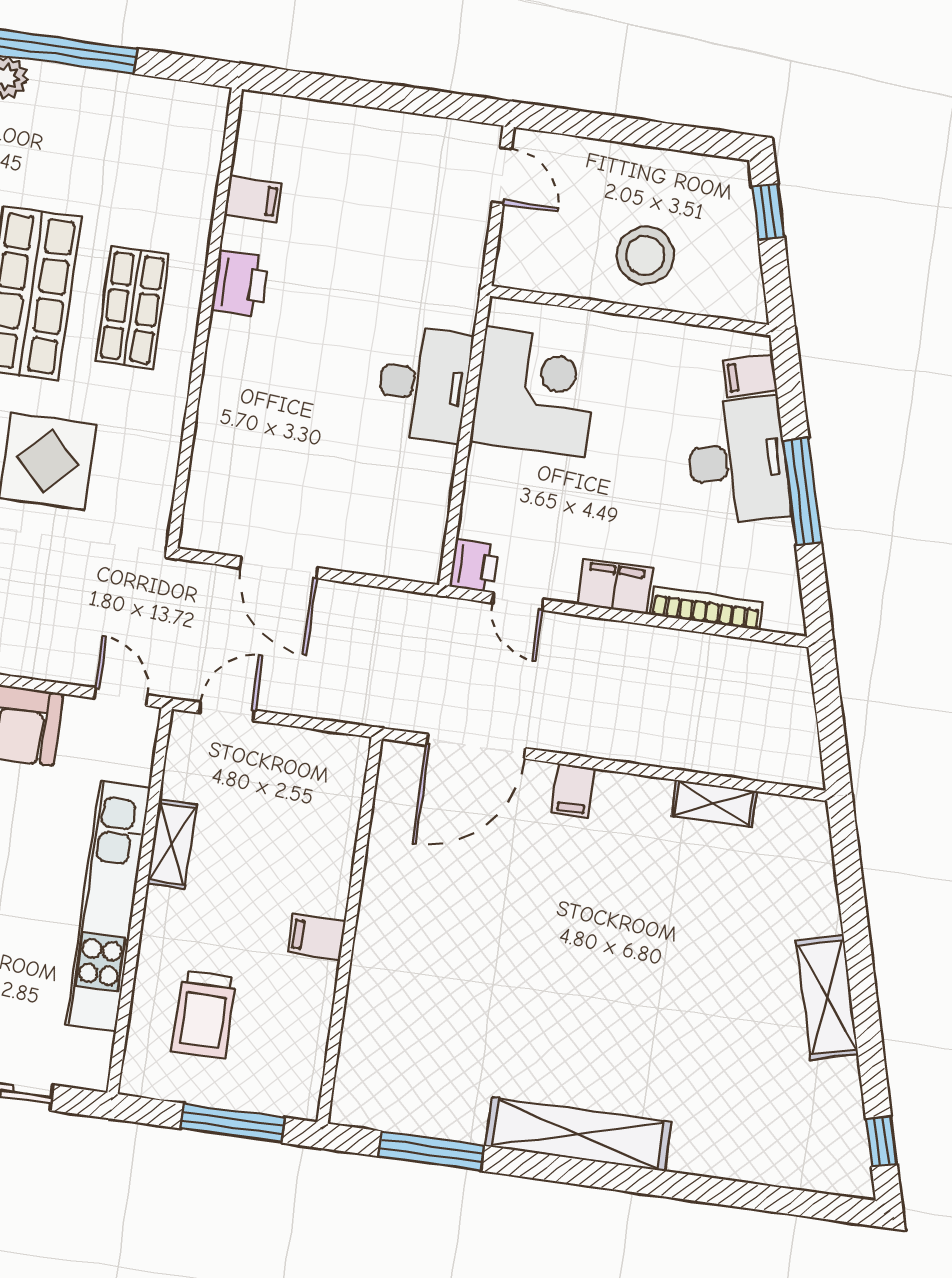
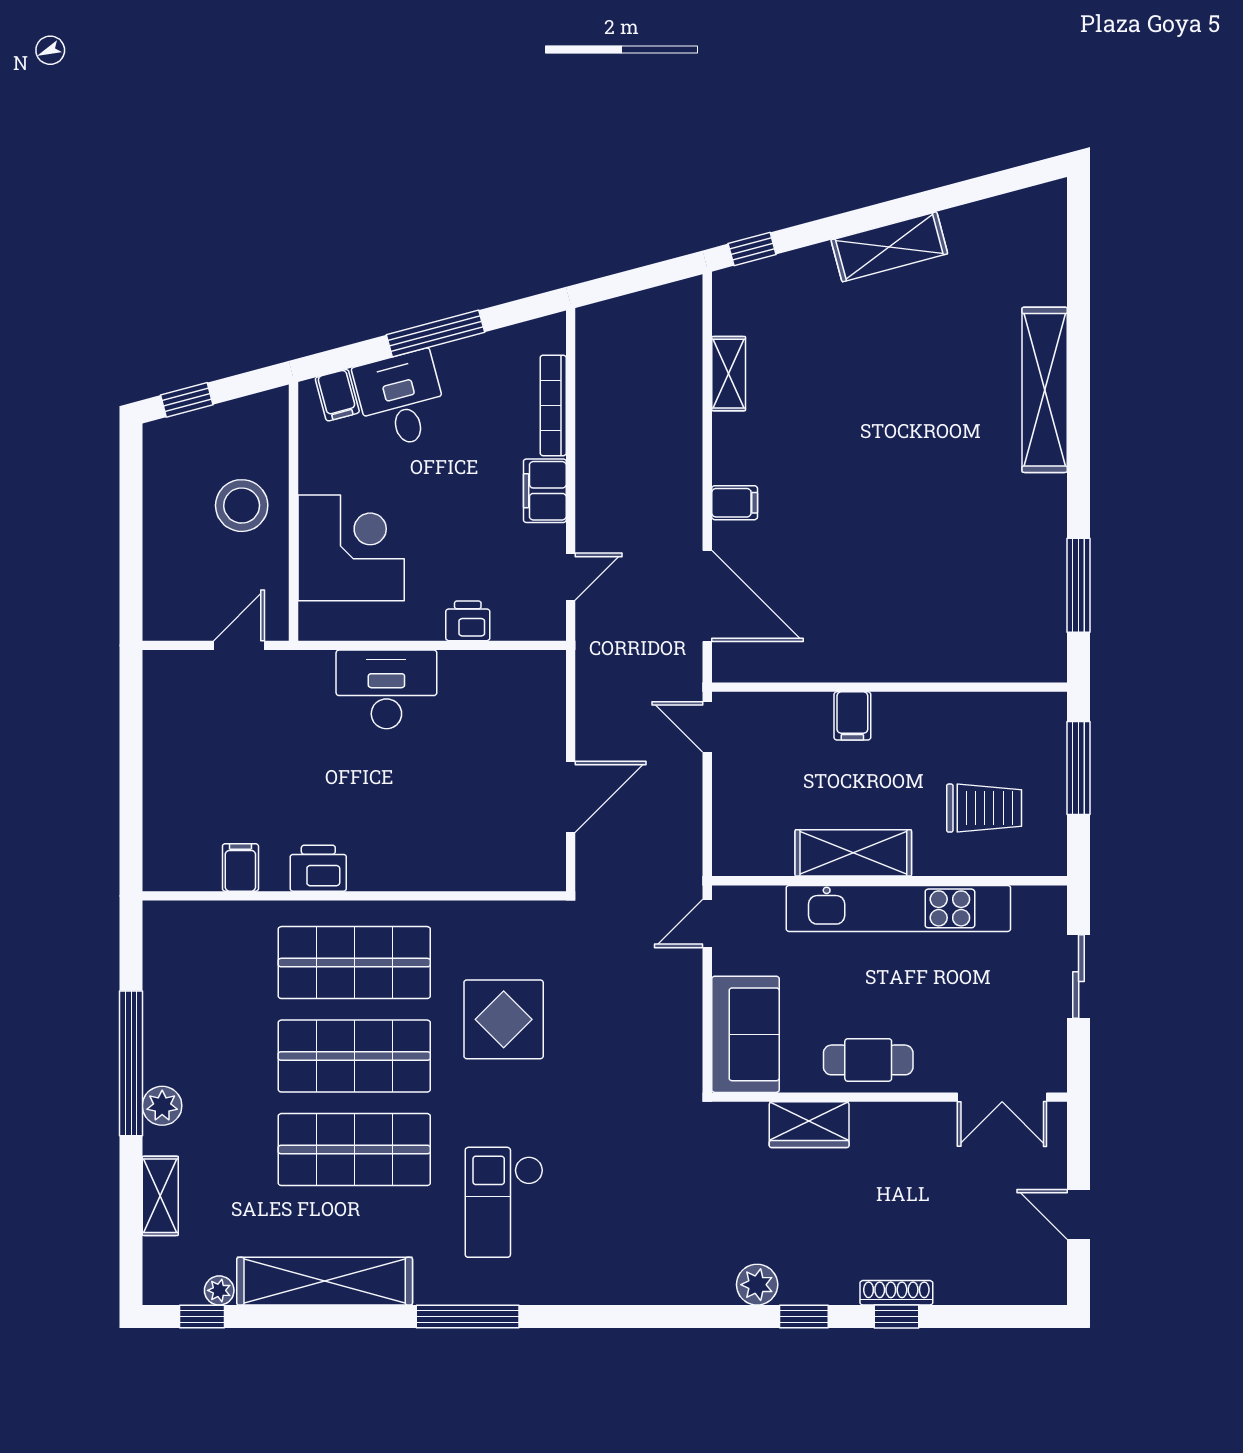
door: (502, 176) -> (239, 645), moved
shop shelf: (132, 308) -> (354, 963), width x1.43, depth x1.36
corner desk: (535, 392) -> (351, 548), moved, turned 90
desk: (738, 461) -> (401, 400), width x0.73
printer: (474, 566) -> (468, 621), moved
door: (227, 712) -> (707, 727), moved
shelving: (172, 844) -> (853, 853), width x1.50, depth x1.33
filing cabinet: (317, 937) -> (852, 716), moved
shelving: (578, 1134) -> (1045, 390), moved
window: (881, 1141) -> (752, 249), moved

